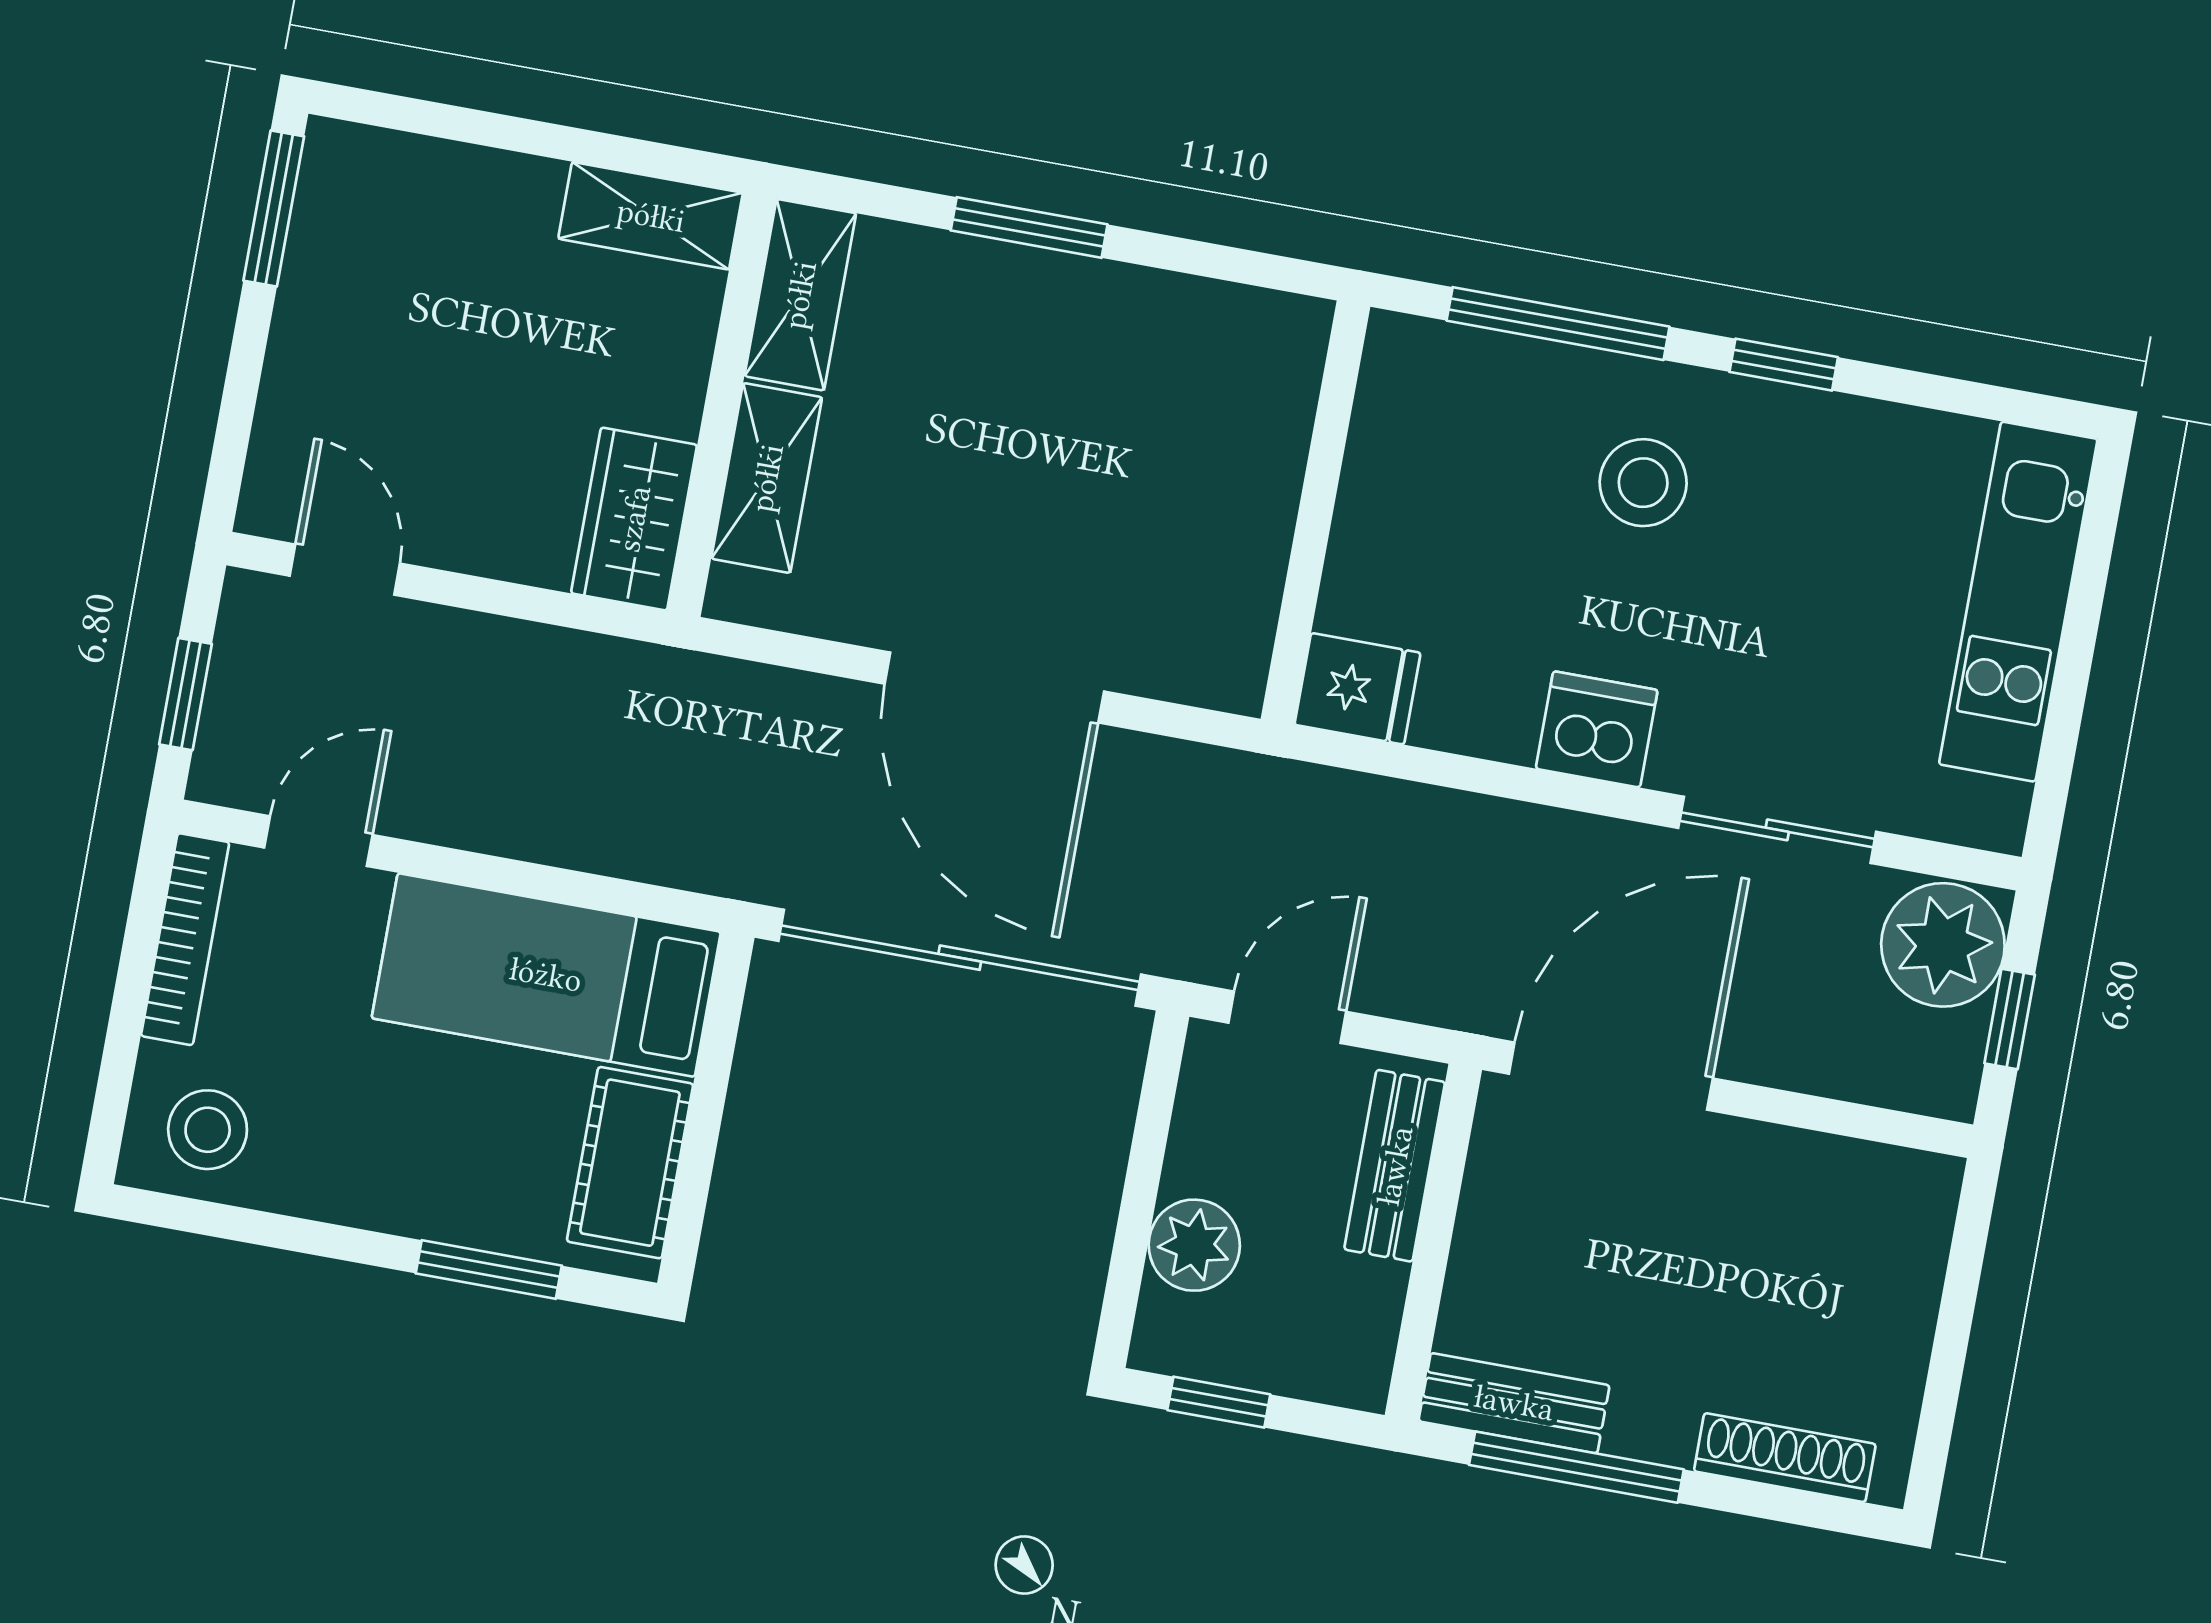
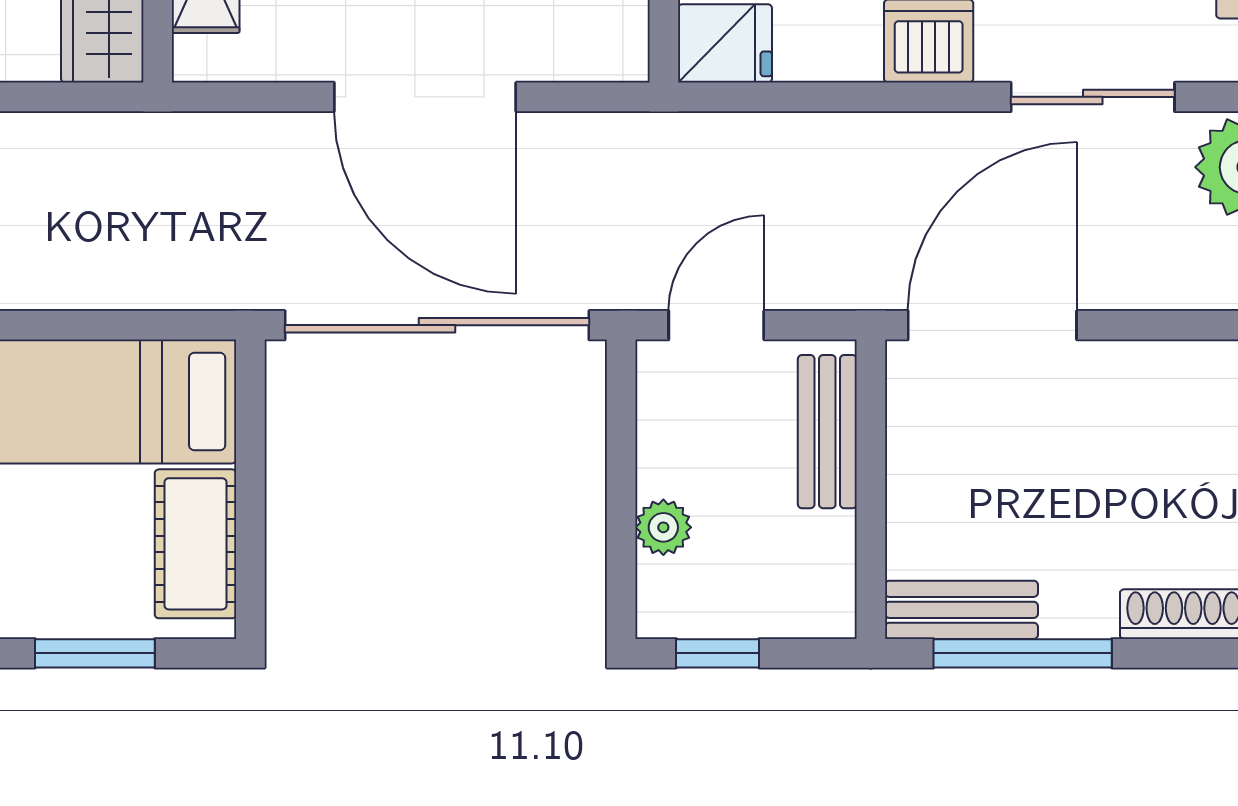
plant: (1194, 1245) -> (663, 527), width x0.73, depth x0.73

